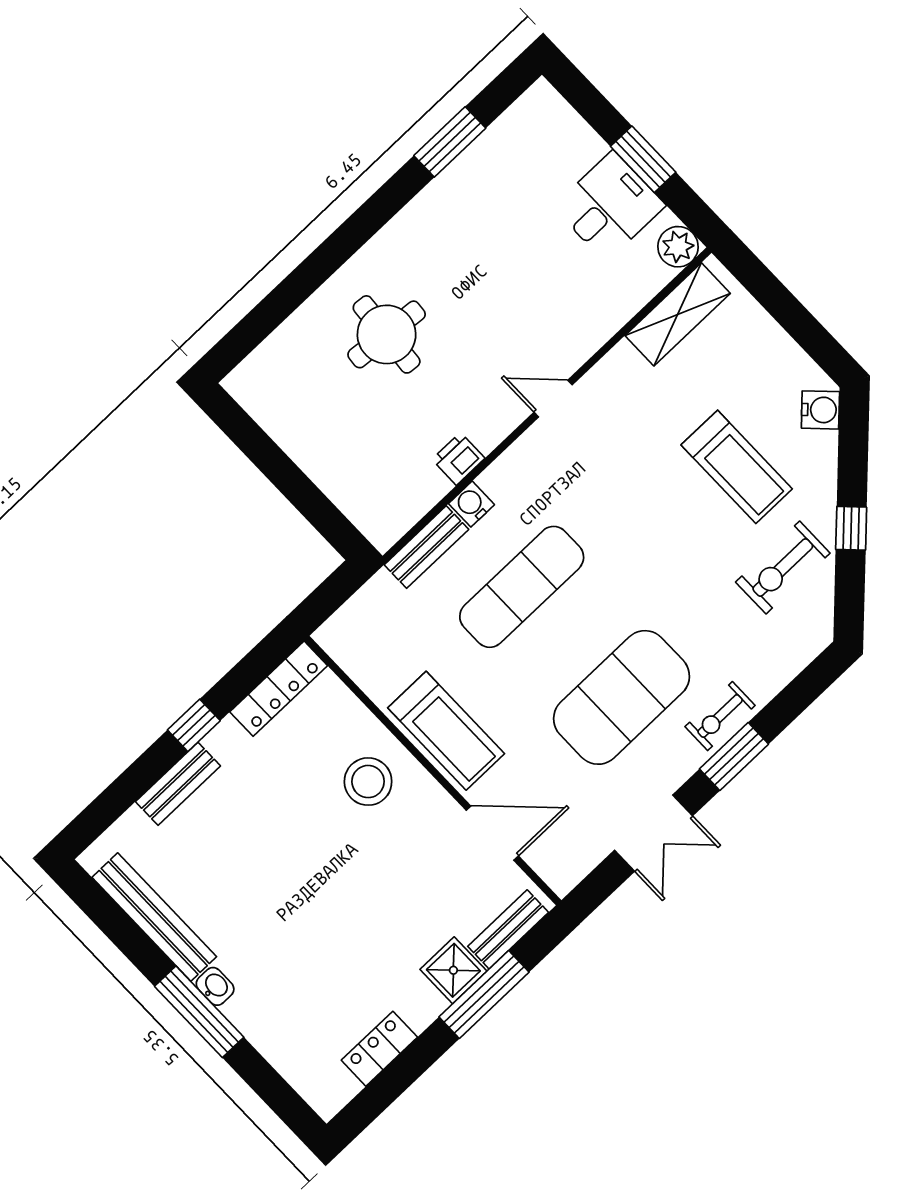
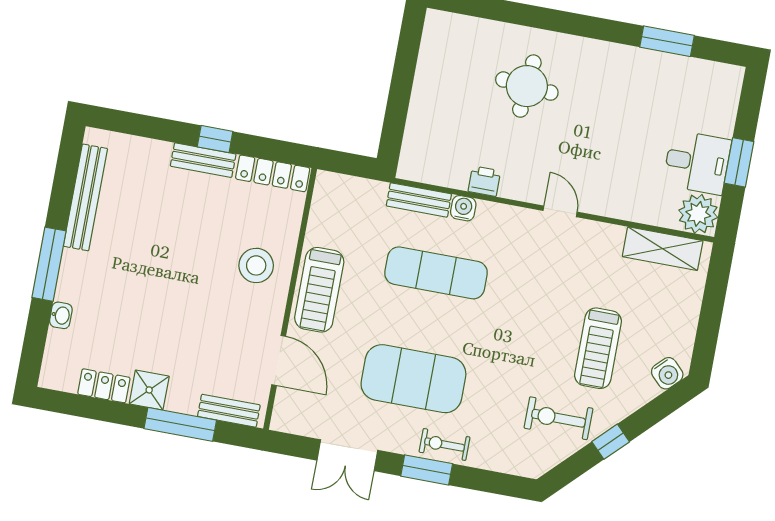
plant: (678, 247) -> (698, 214), width x1.36, depth x1.36
bench: (178, 784) -> (203, 160), moved
shower: (453, 970) -> (149, 390), moved
washbasin: (215, 986) -> (61, 315), moved

